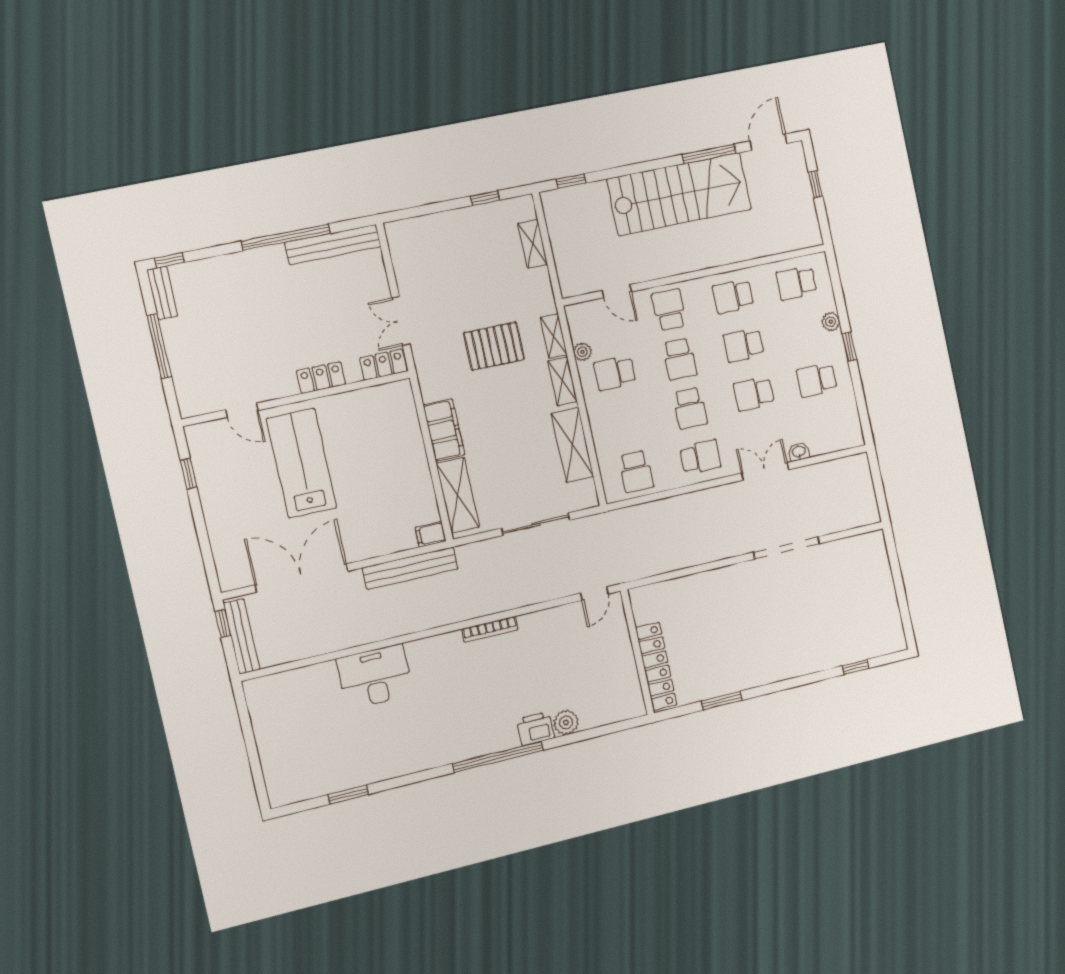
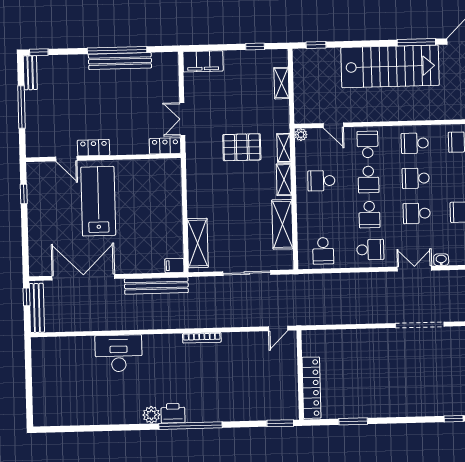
bench: (333, 245) -> (120, 61), moved
plant: (582, 352) -> (301, 135), moved
locker: (321, 378) -> (94, 148), moved
filing cabinet: (444, 430) -> (203, 61), moved, turned 90
plant: (566, 722) -> (151, 415), moved
printer: (536, 729) -> (173, 413), moved
window: (348, 794) -> (280, 423), moved

